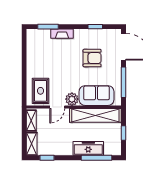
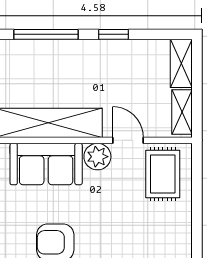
door: (57, 107) -> (128, 140), hinge flipped
freezer: (88, 148) -> (63, 54), removed
window: (47, 158) -> (114, 34), moved

